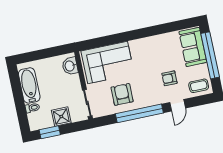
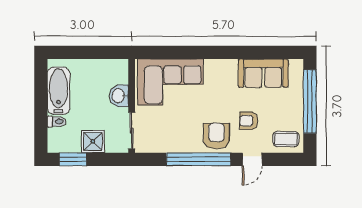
sofa: (193, 47) -> (263, 73), moved, turned -90
washbasin: (70, 66) -> (119, 96), moved
armchair: (122, 94) -> (216, 136), moved

